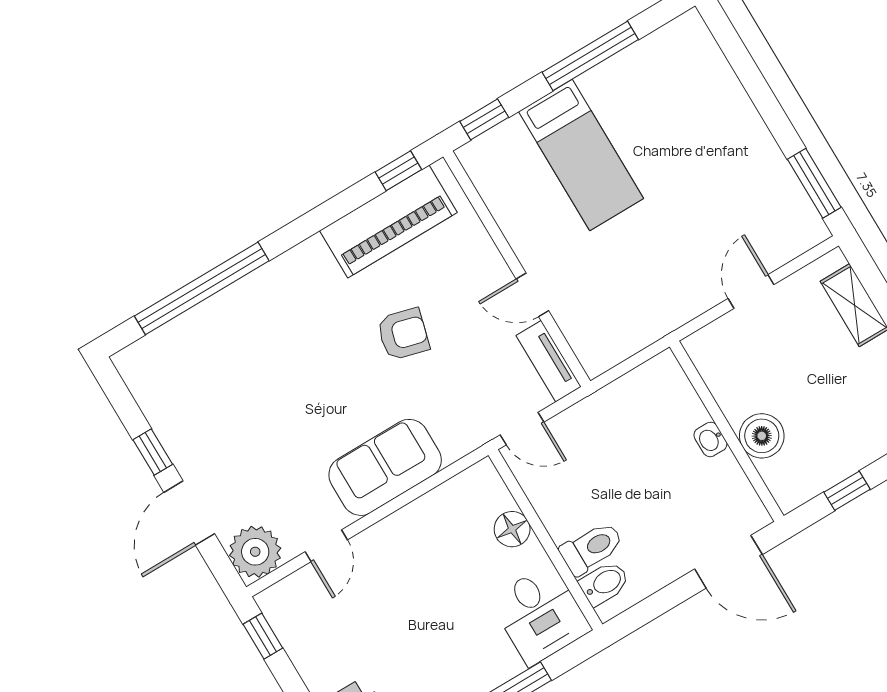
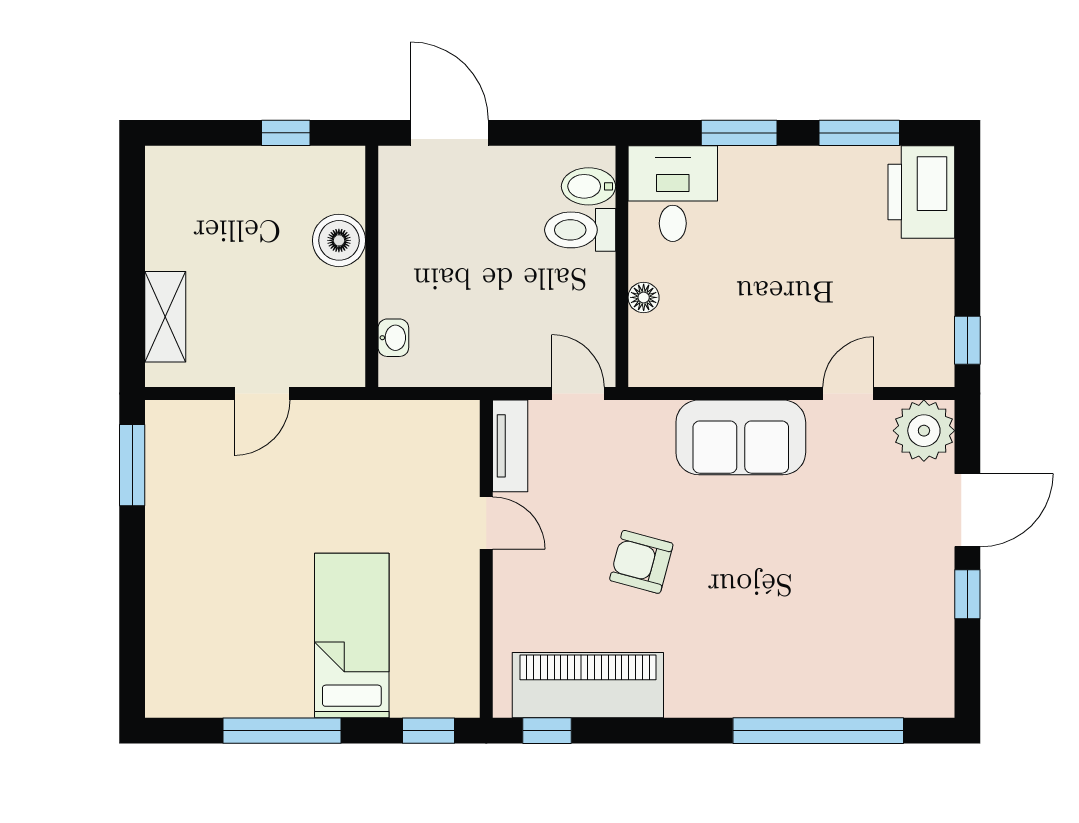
washbasin: (710, 439) -> (393, 338), moved
floor lamp: (512, 529) -> (644, 297), width x0.73, depth x0.73

